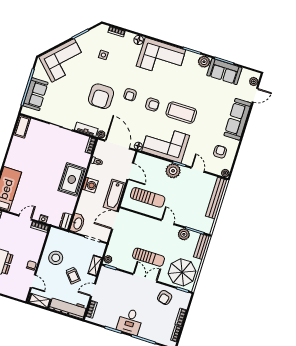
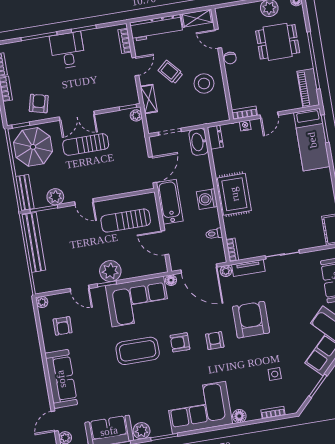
bench: (216, 198) -> (34, 242), moved

